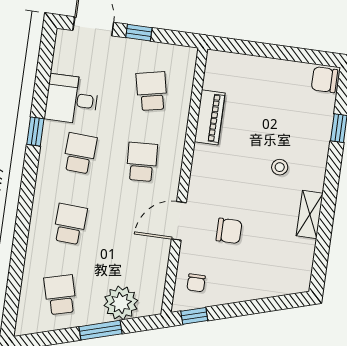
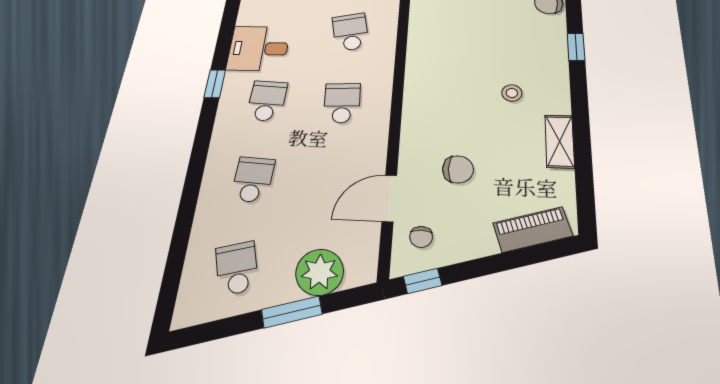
piano: (210, 117) -> (533, 229), moved, turned -107
door: (179, 221) -> (389, 198), moved

